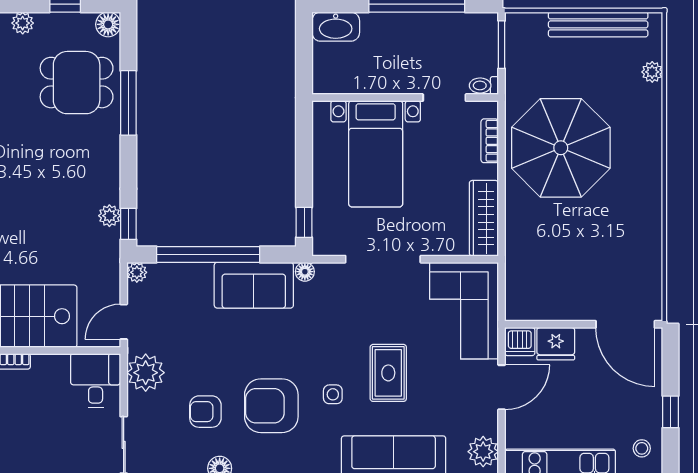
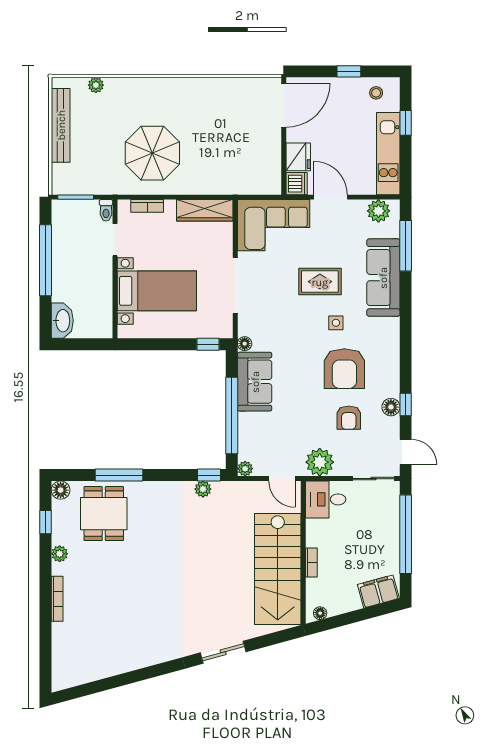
parasol: (561, 148) -> (152, 153), width x0.73, depth x0.73

